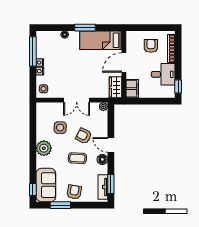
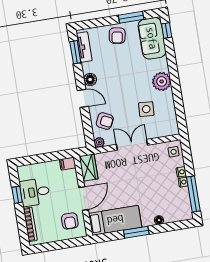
armchair: (151, 46) -> (70, 221), moved
window: (178, 86) -> (17, 195), moved
filing cabinet: (132, 89) -> (68, 164), width x0.50
armchair: (84, 136) -> (105, 121), moved
coffee table: (77, 158) -> (120, 76), removed

